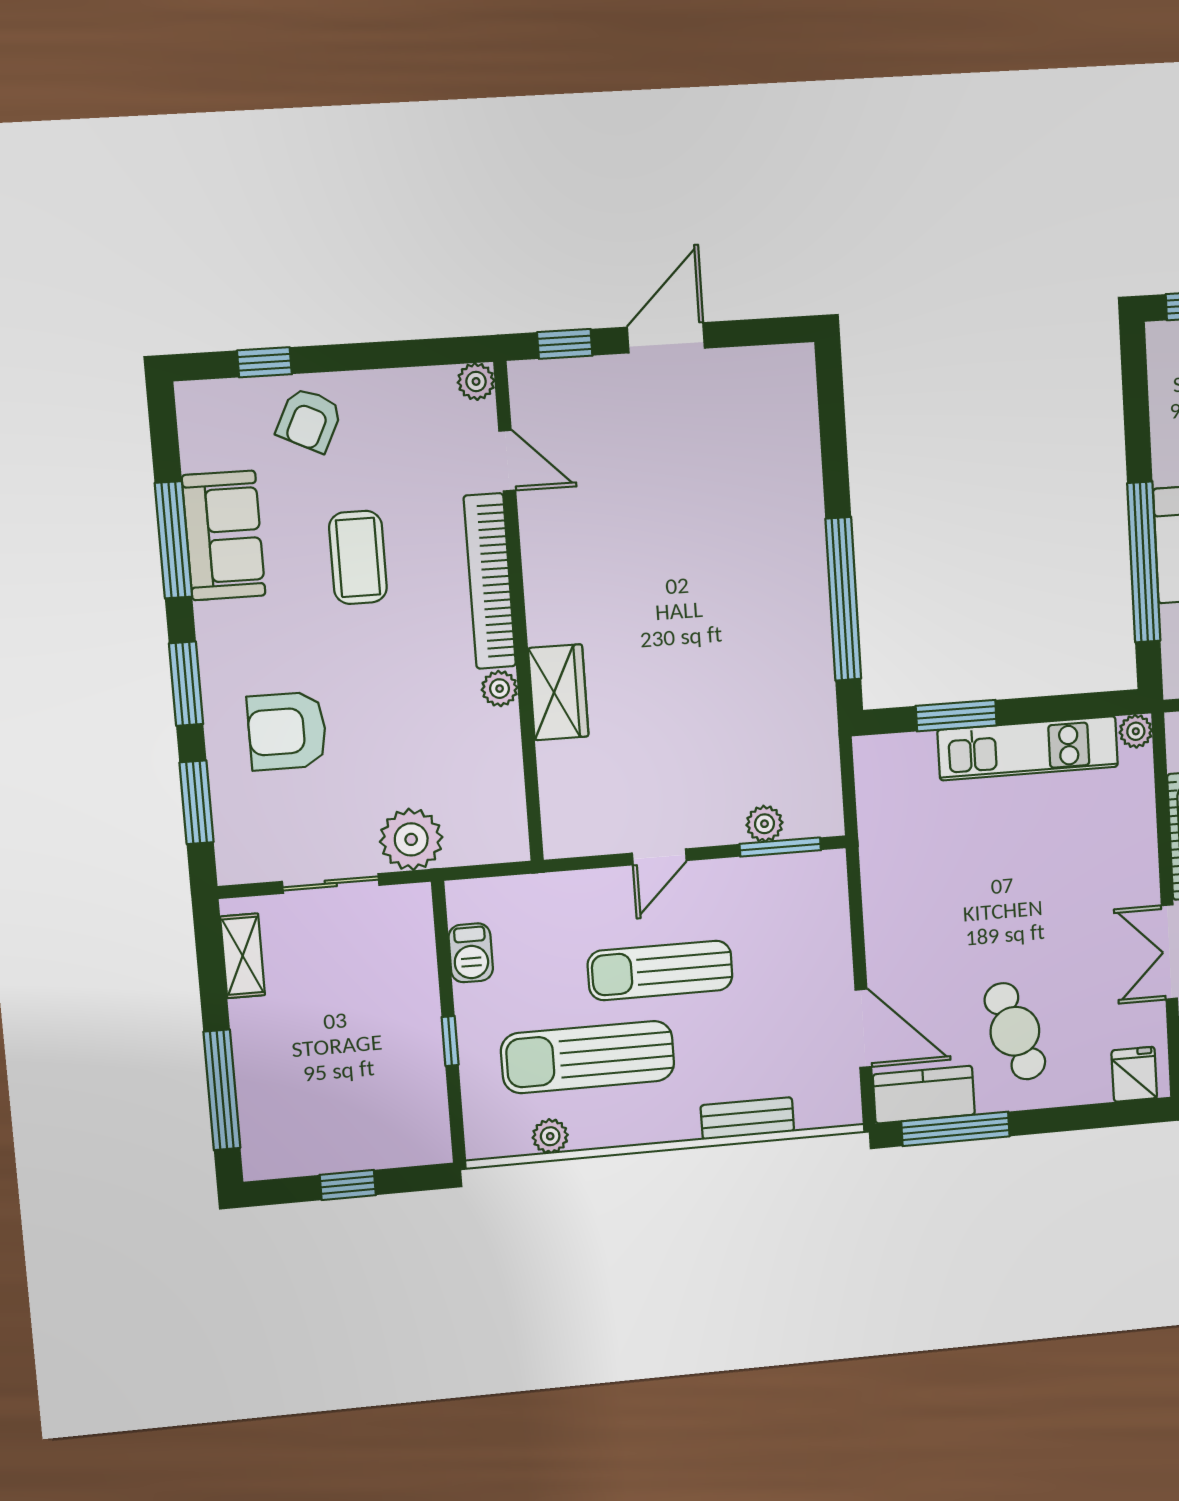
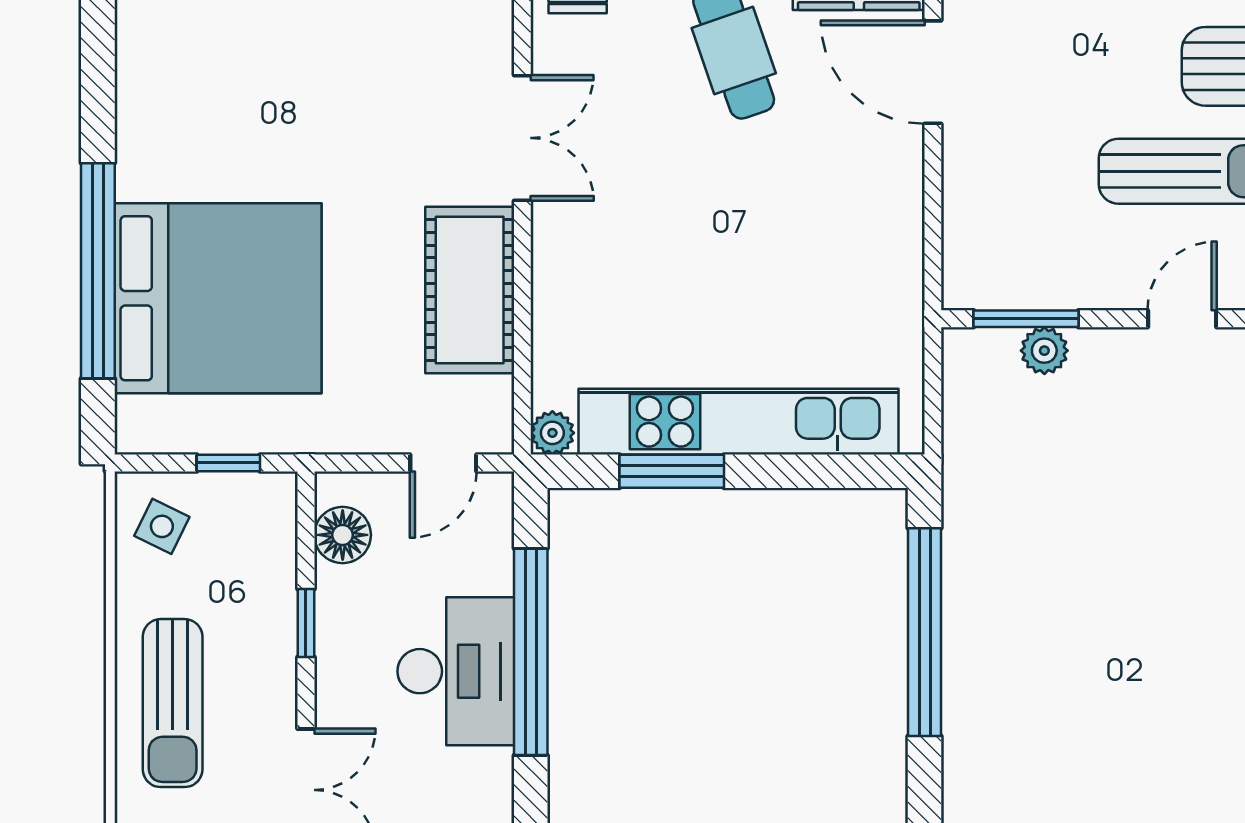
window: (956, 716) -> (672, 471), moved
kitchen unit: (1028, 748) -> (739, 422), width x1.36

